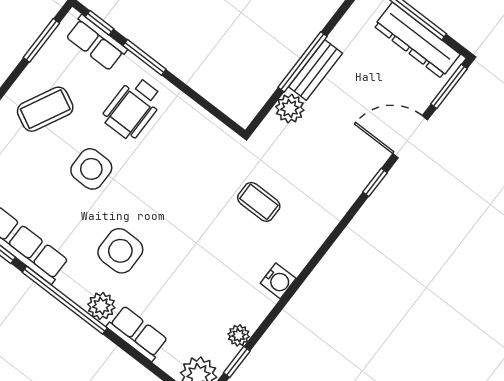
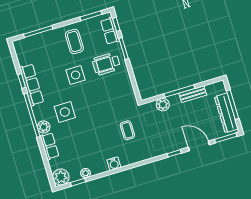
bench: (316, 70) -> (193, 94), moved
coffee table: (45, 109) -> (74, 41), turned 63

